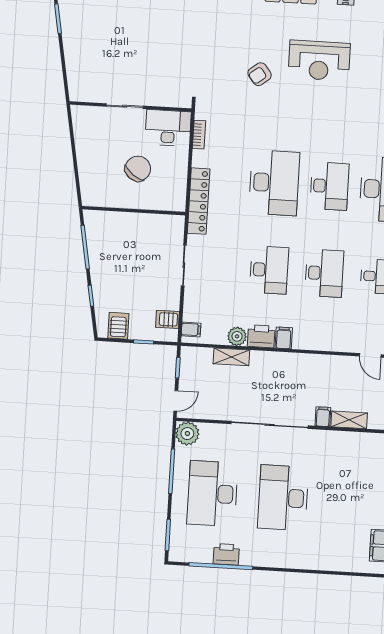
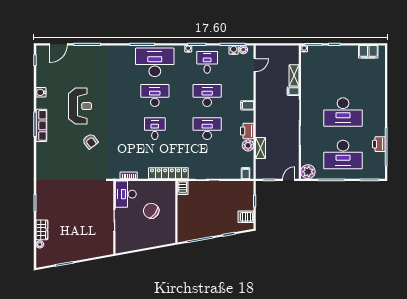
desk: (274, 183) -> (155, 129), width x0.53, depth x0.77
server rack: (167, 319) -> (183, 188), moved
filing cabinet: (284, 338) -> (247, 105), moved
door: (176, 401) -> (289, 180), hinge flipped

